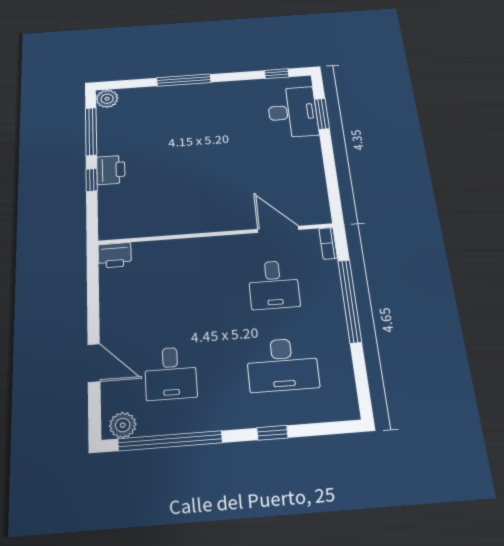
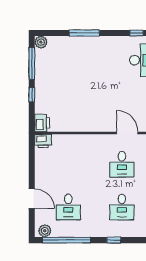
printer: (111, 170) -> (42, 123), moved
desk: (282, 365) -> (122, 207), width x0.73

